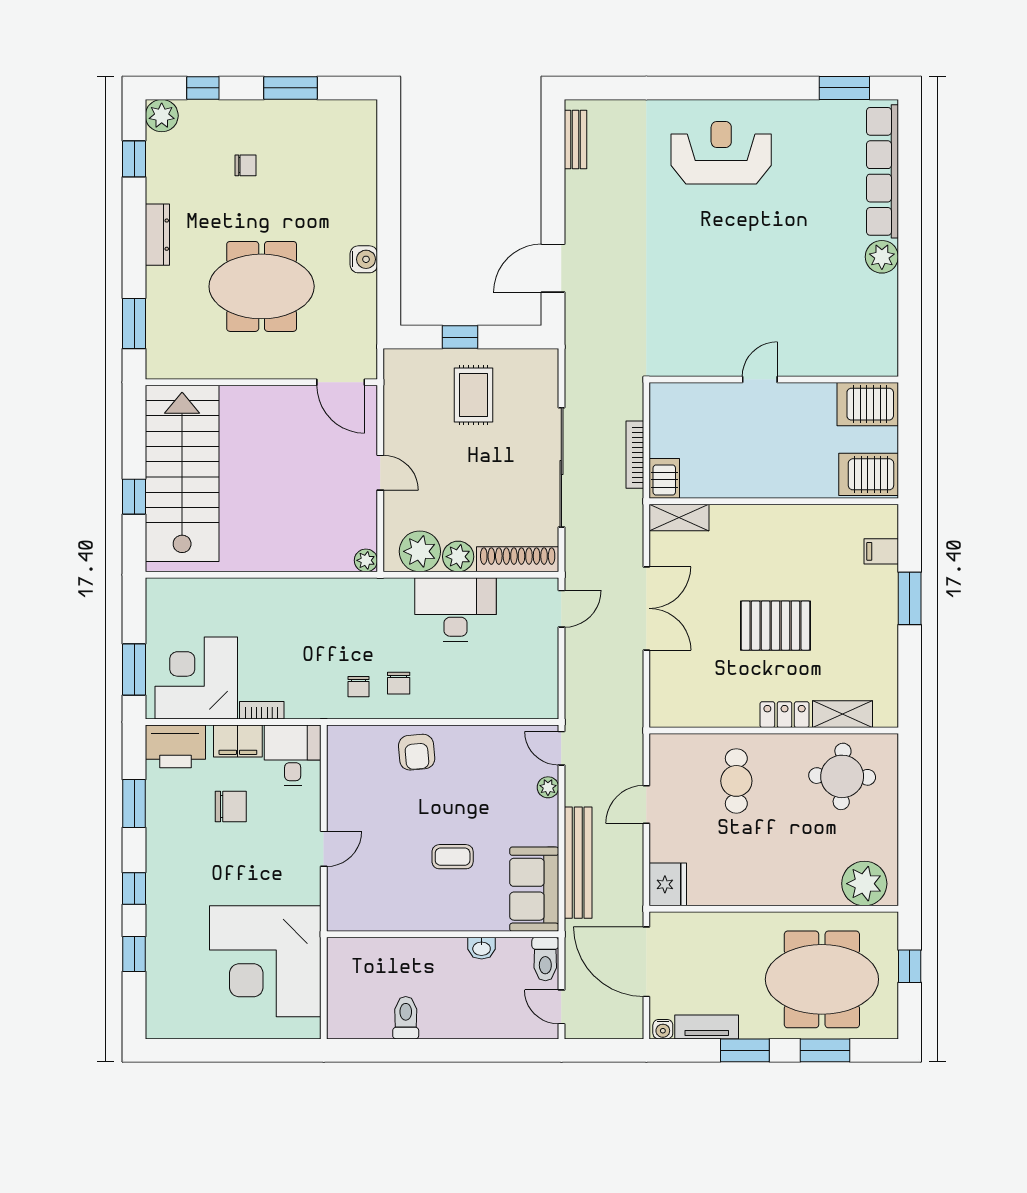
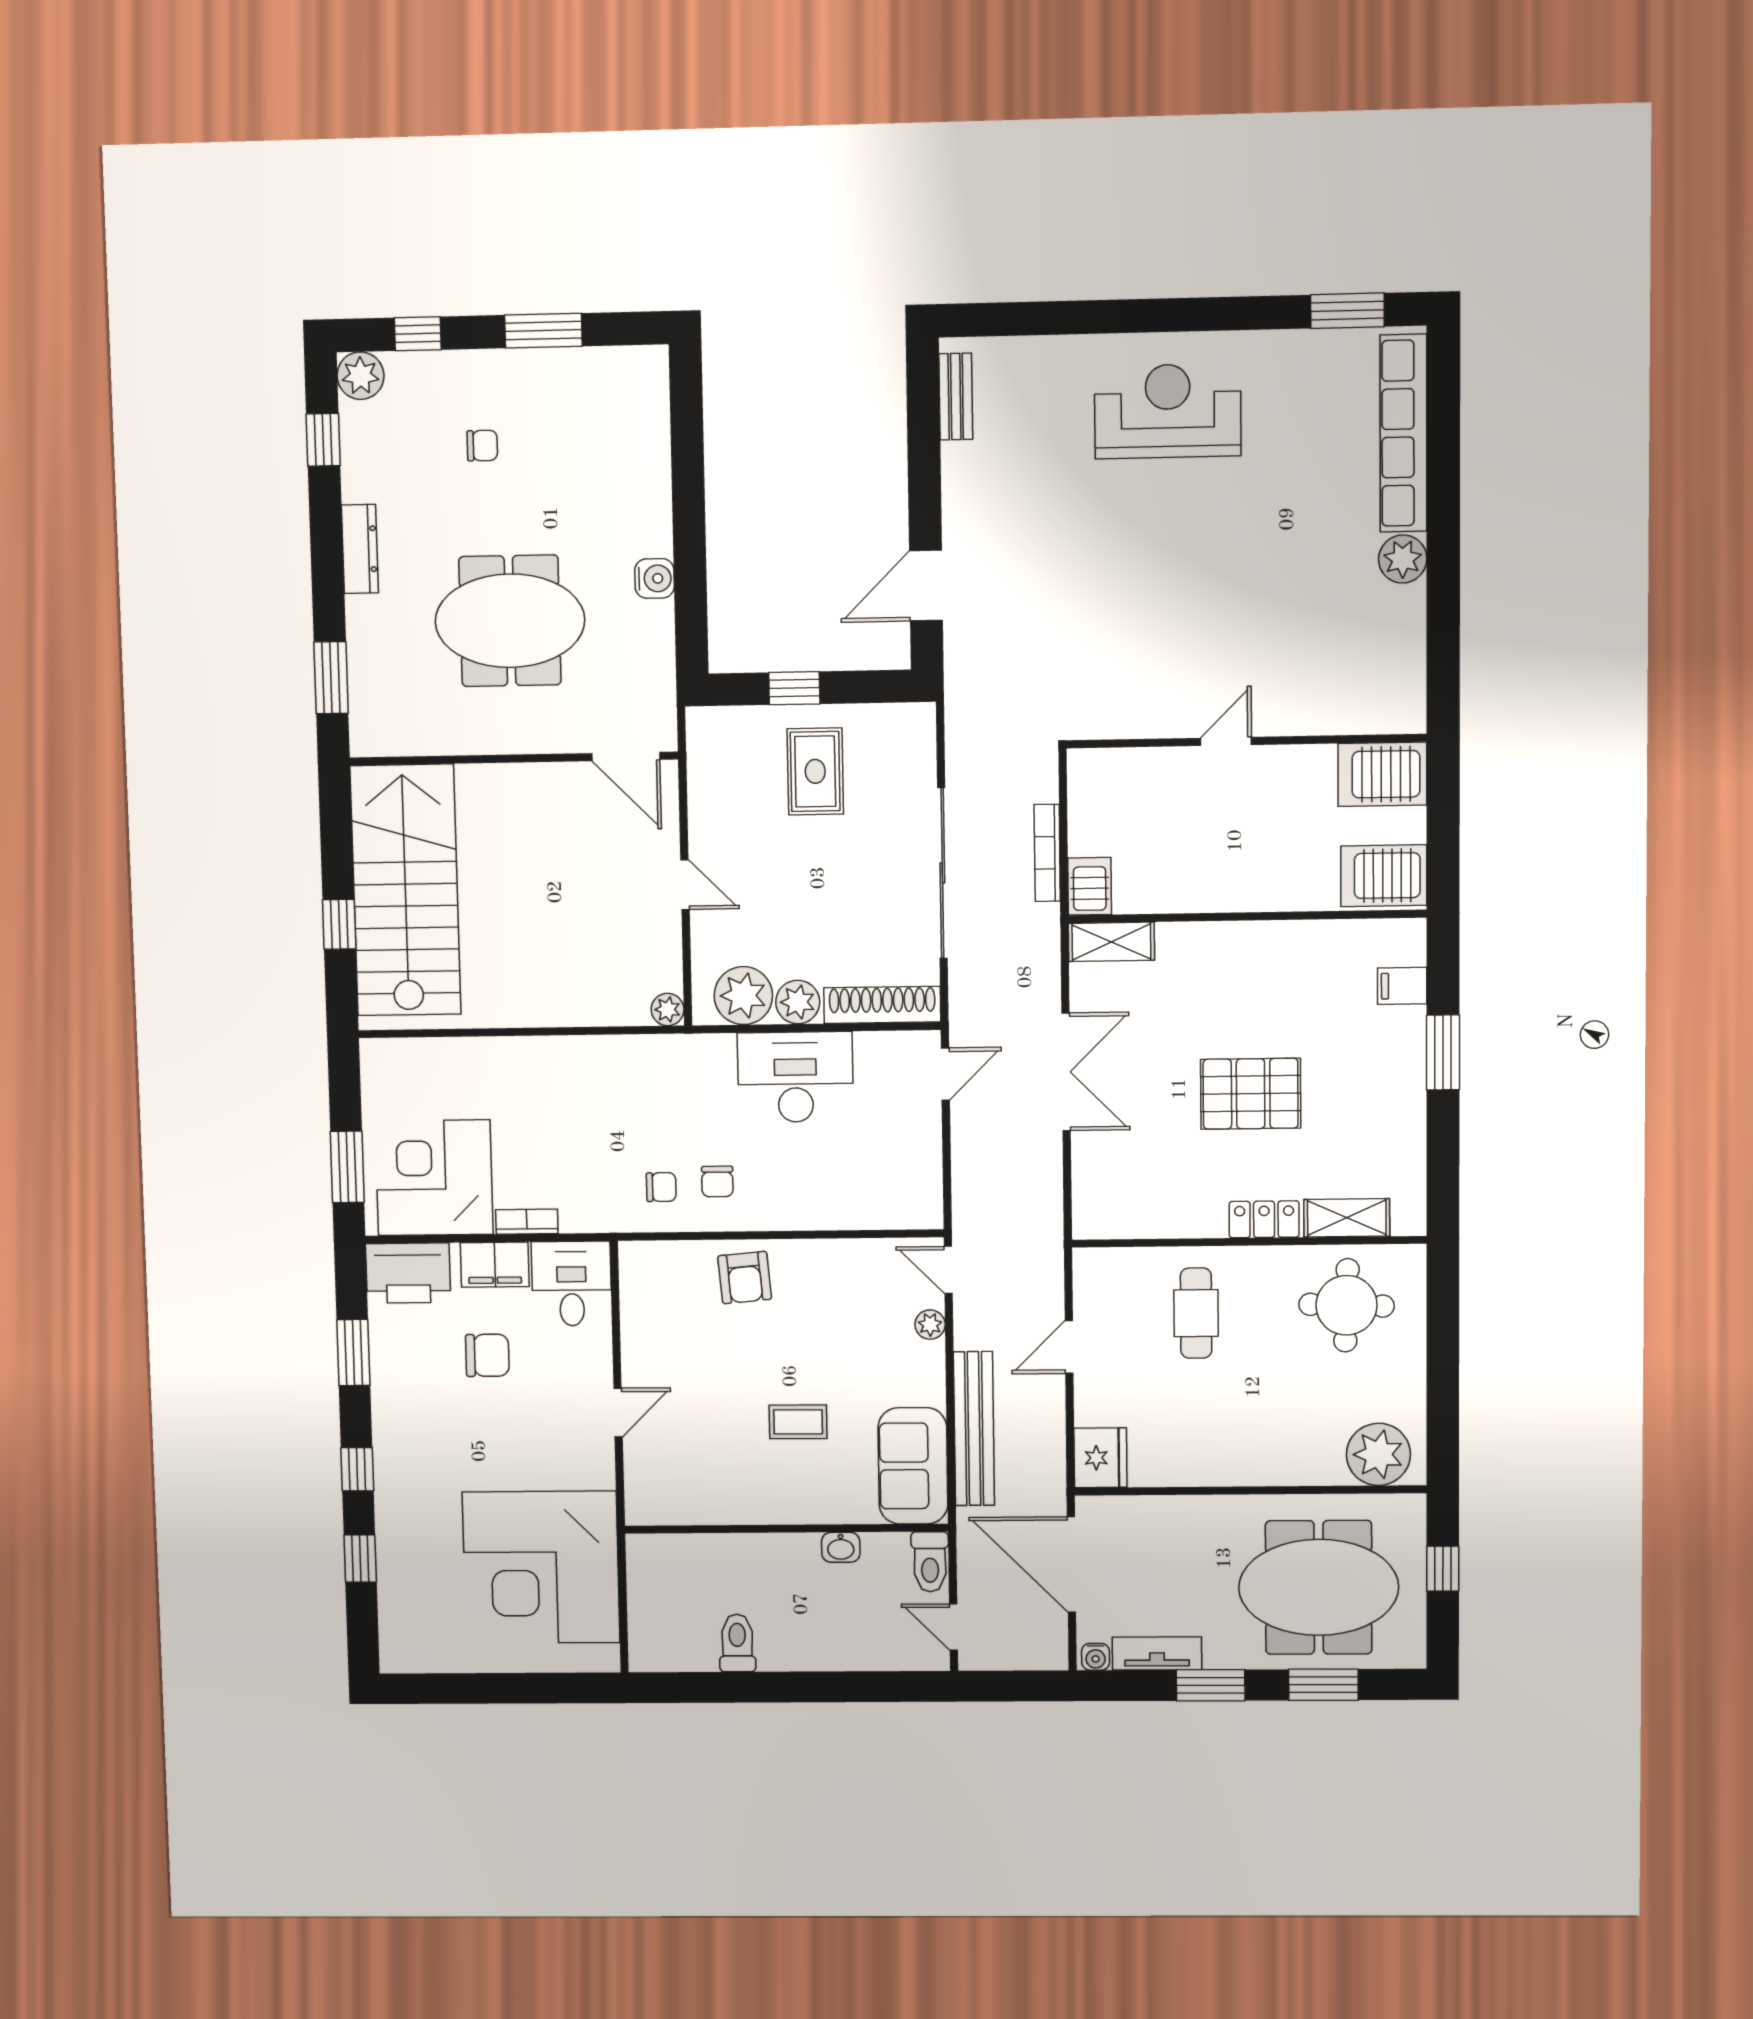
chair: (359, 687) -> (661, 1187), turned -90

